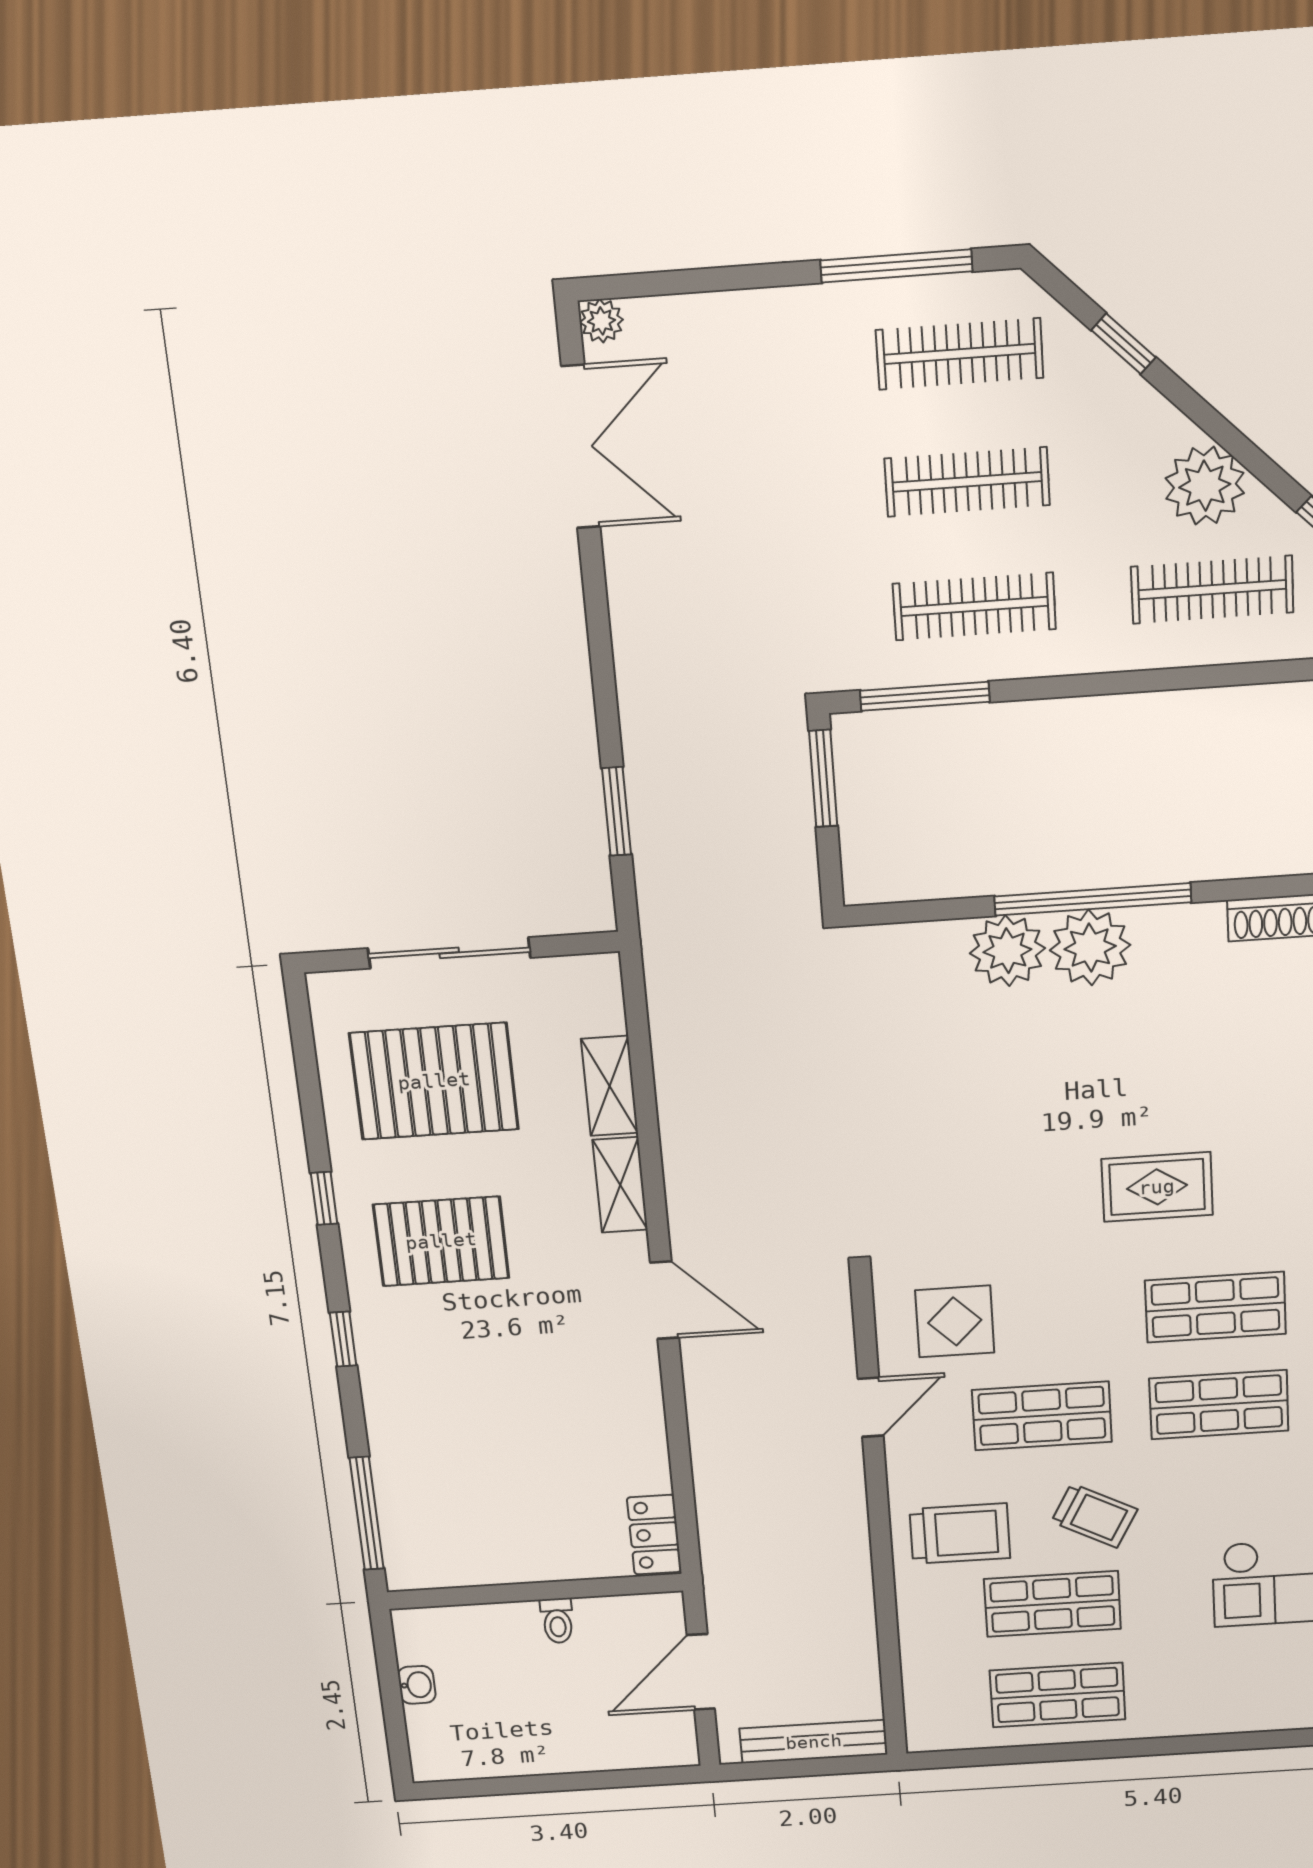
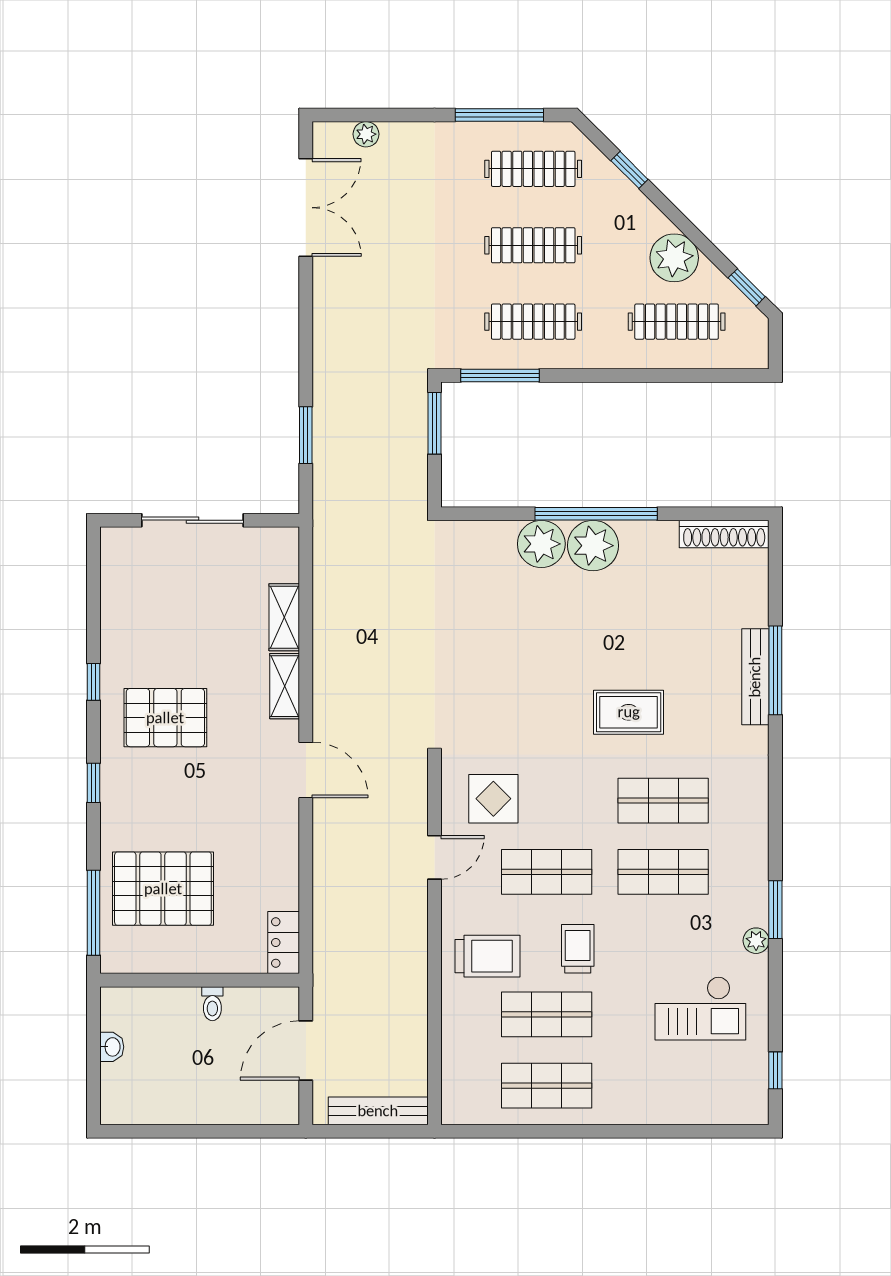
plant: (601, 321) -> (366, 134), moved
pallet: (434, 1081) -> (163, 889), moved
trolley: (1094, 1516) -> (578, 949), turned -118

